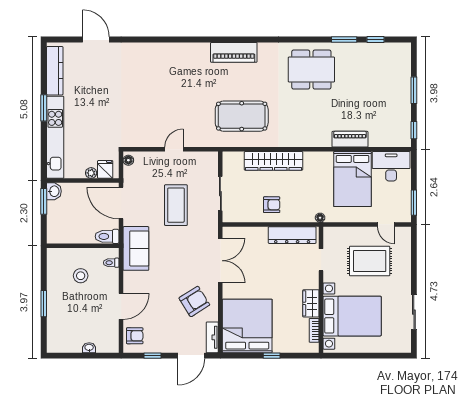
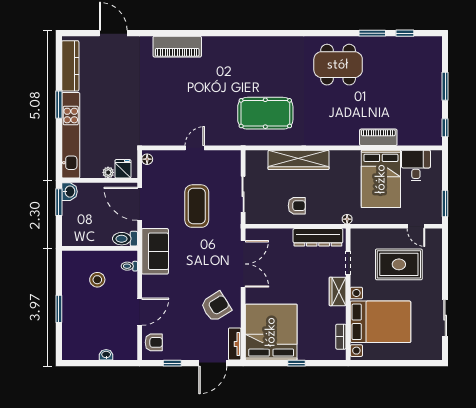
piano: (234, 52) -> (177, 47), moved
desk: (391, 166) -> (416, 166), width x0.73
wardrobe: (311, 303) -> (338, 291), moved

